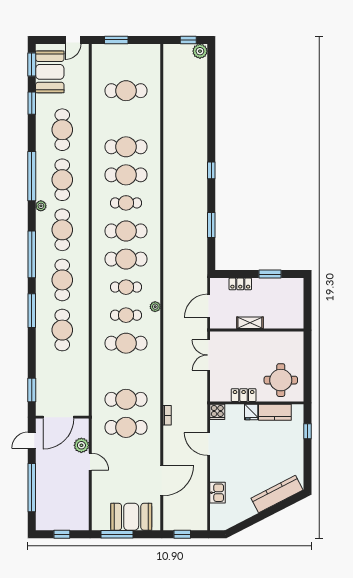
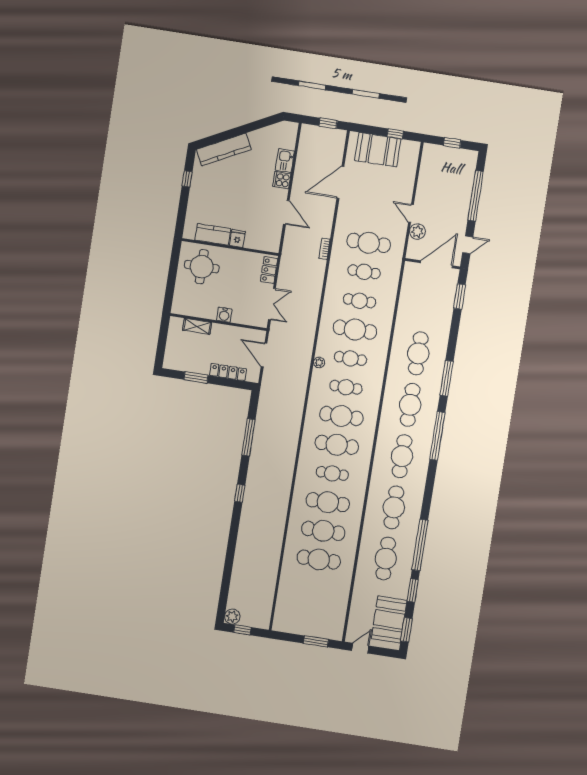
cafe table: (126, 91) -> (319, 559), moved
window: (32, 176) -> (420, 545), moved
plant: (41, 206) -> (420, 484), removed
window: (211, 225) -> (248, 437), width x1.44
locker: (240, 284) -> (228, 372), width x1.53
door: (209, 306) -> (264, 355), swing flipped
shelving: (250, 323) -> (197, 326), moved
water cooler: (252, 338) -> (224, 315), added
cafe table: (126, 371) -> (360, 301), added
locker: (244, 395) -> (269, 270), moved, turned 90
cafe table: (126, 399) -> (364, 272), width x0.73, depth x0.74
cooker: (217, 412) -> (282, 180), moved, turned -90
window: (307, 431) -> (187, 179), moved
window: (117, 534) -> (395, 134), width x0.46

